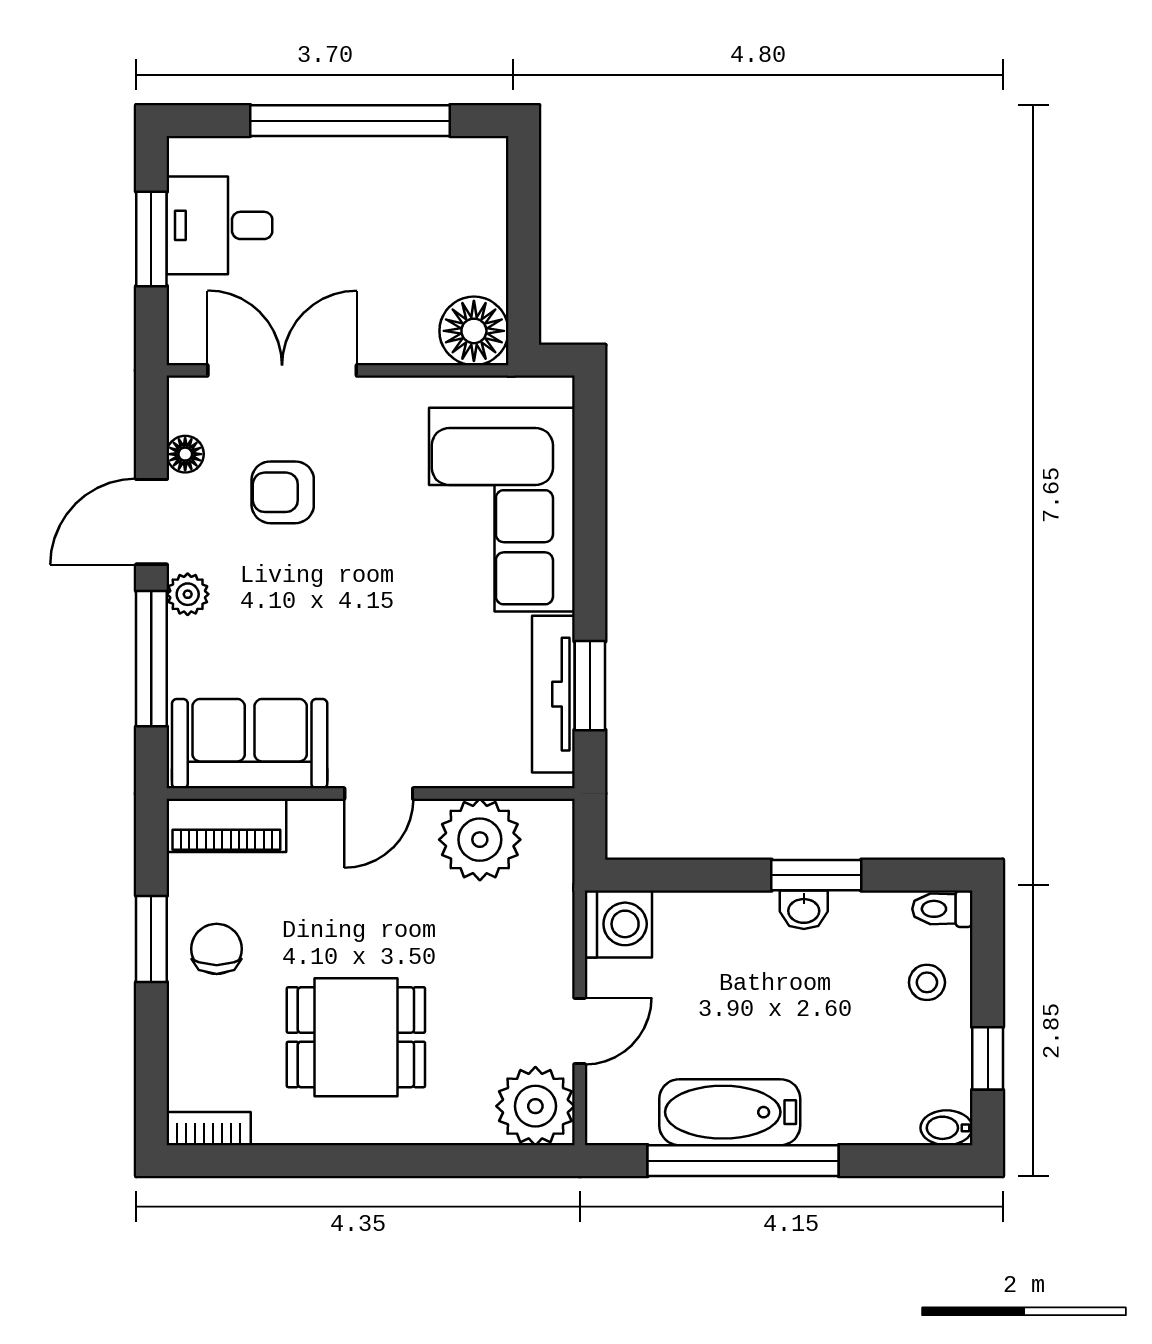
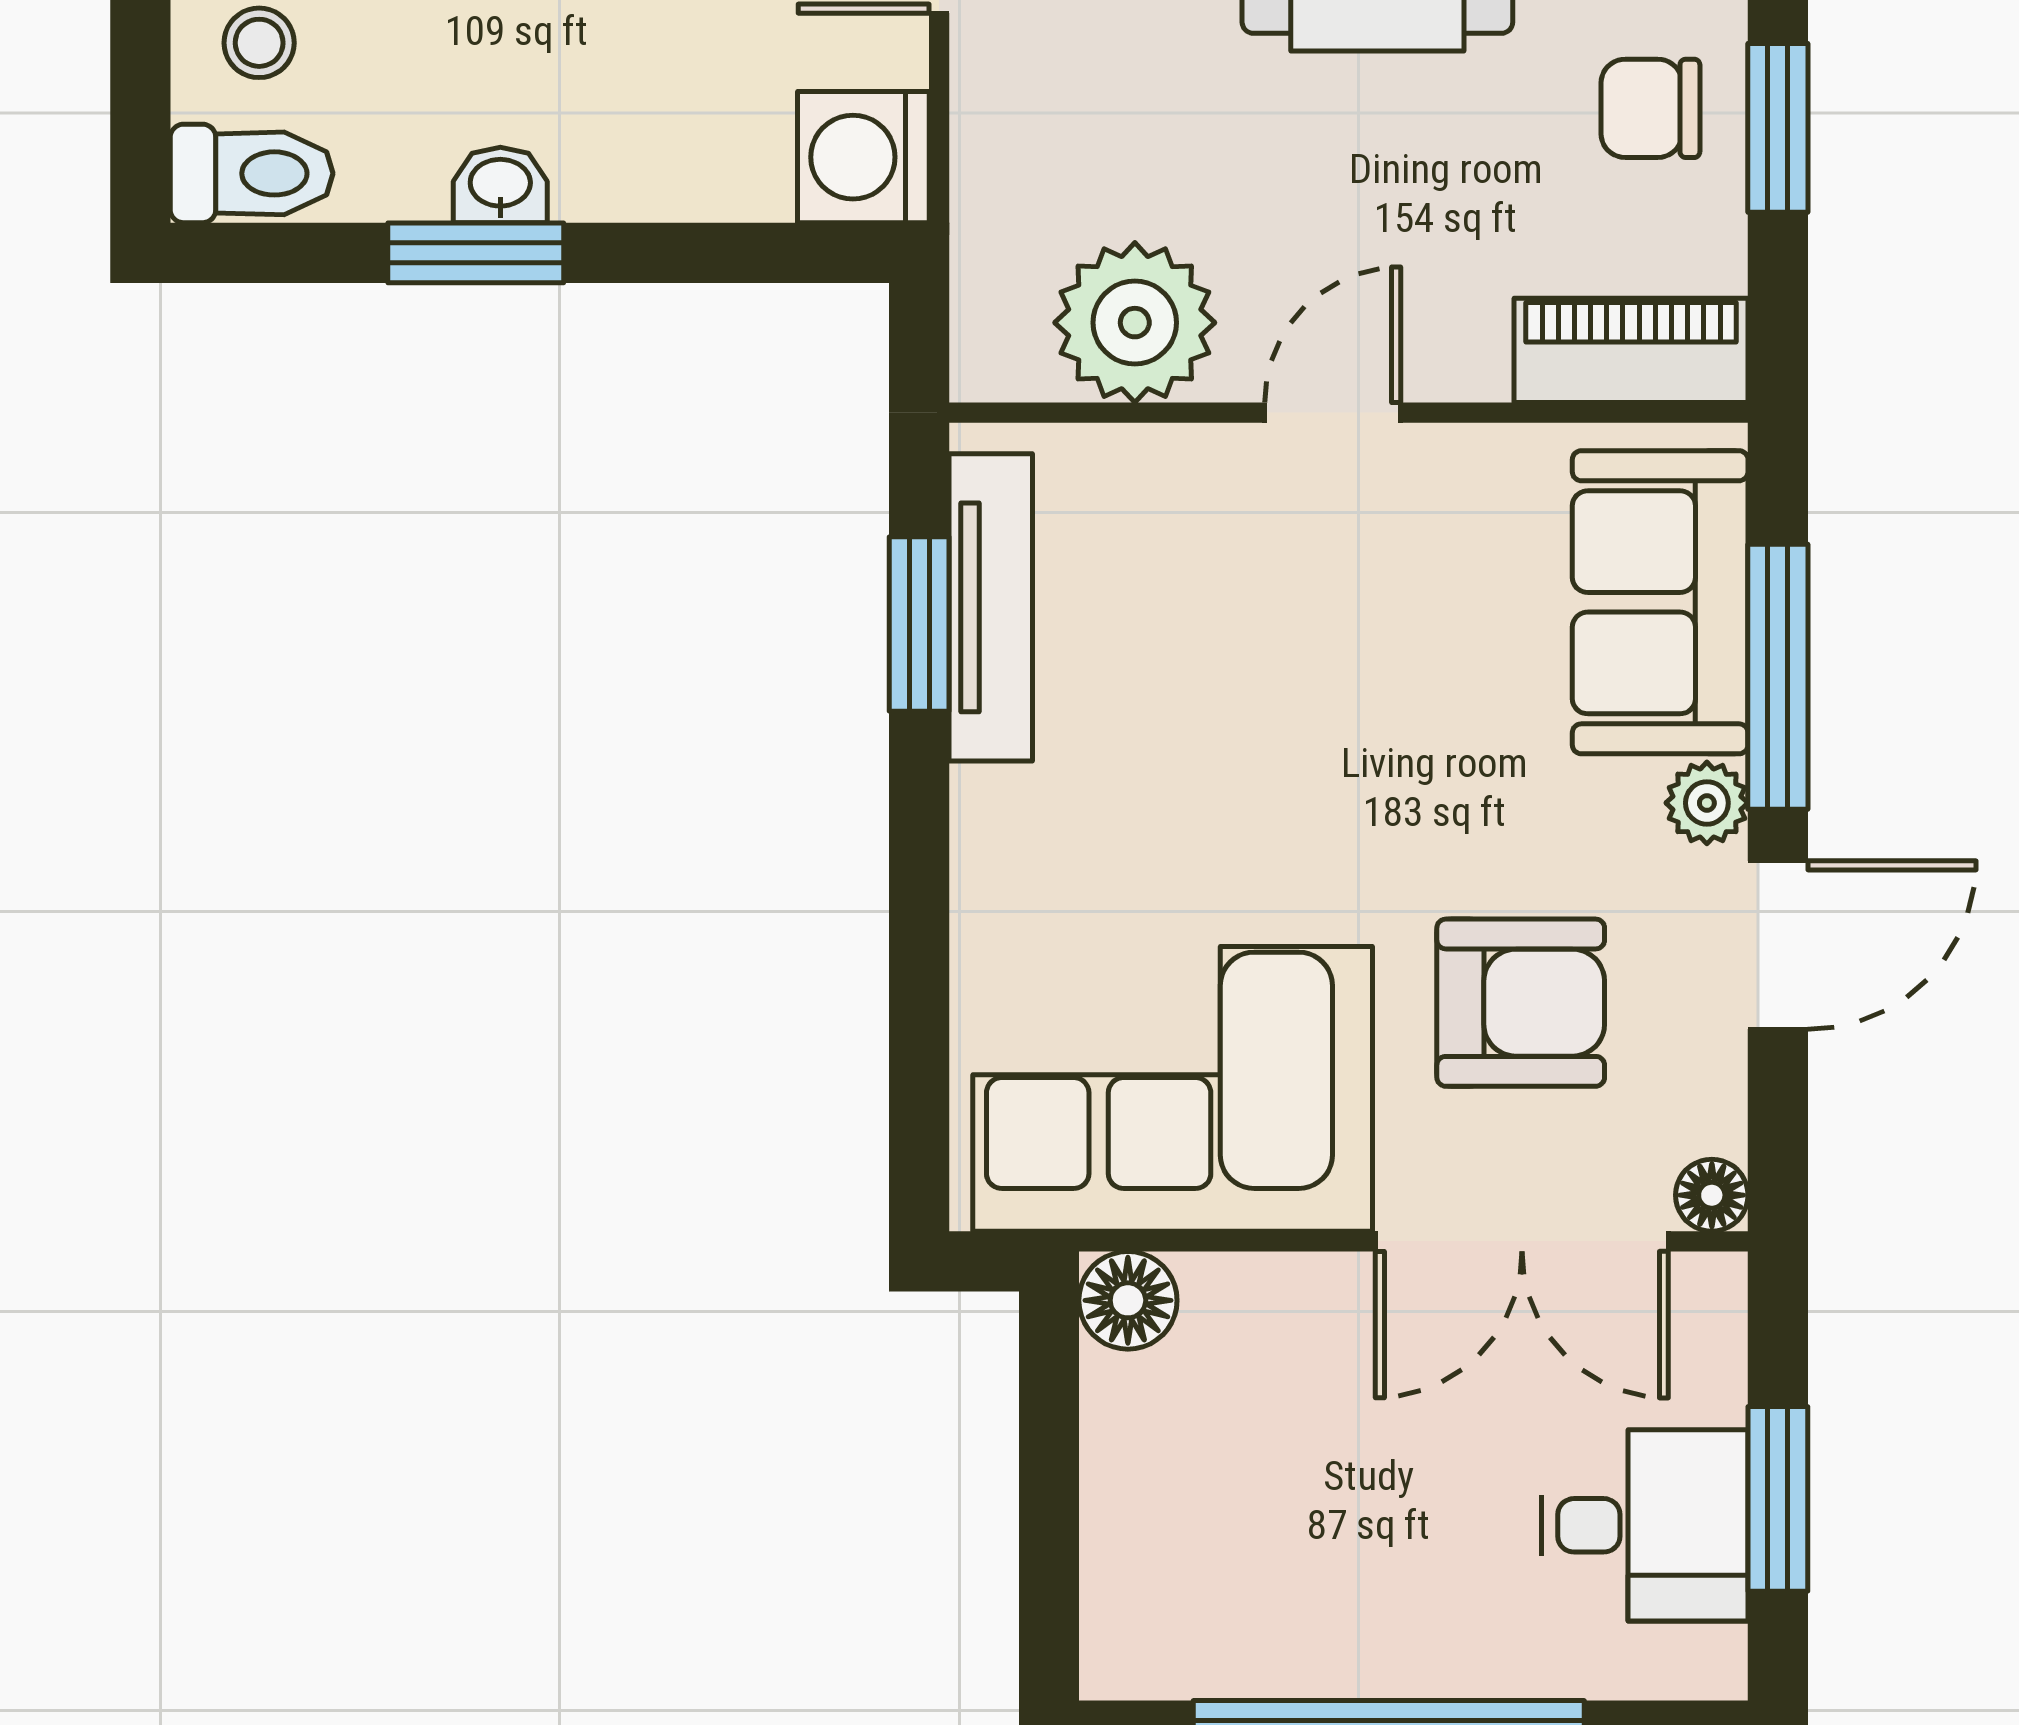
floor lamp: (474, 331) -> (1128, 1300), width x0.73, depth x0.73
floor lamp: (185, 454) -> (1712, 1195), moved
armchair: (283, 492) -> (1521, 1003), width x1.38, depth x1.38
corner sofa: (502, 510) -> (1173, 1089), moved, turned -90
sofa: (250, 744) -> (1660, 602), moved, turned 90
toilet: (942, 909) -> (252, 173), width x1.37, depth x1.39
chair: (217, 949) -> (1650, 108), turned 90

